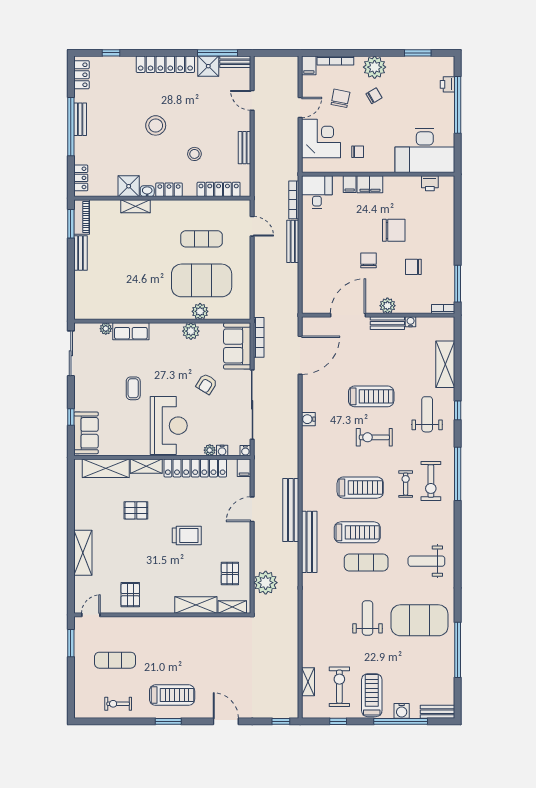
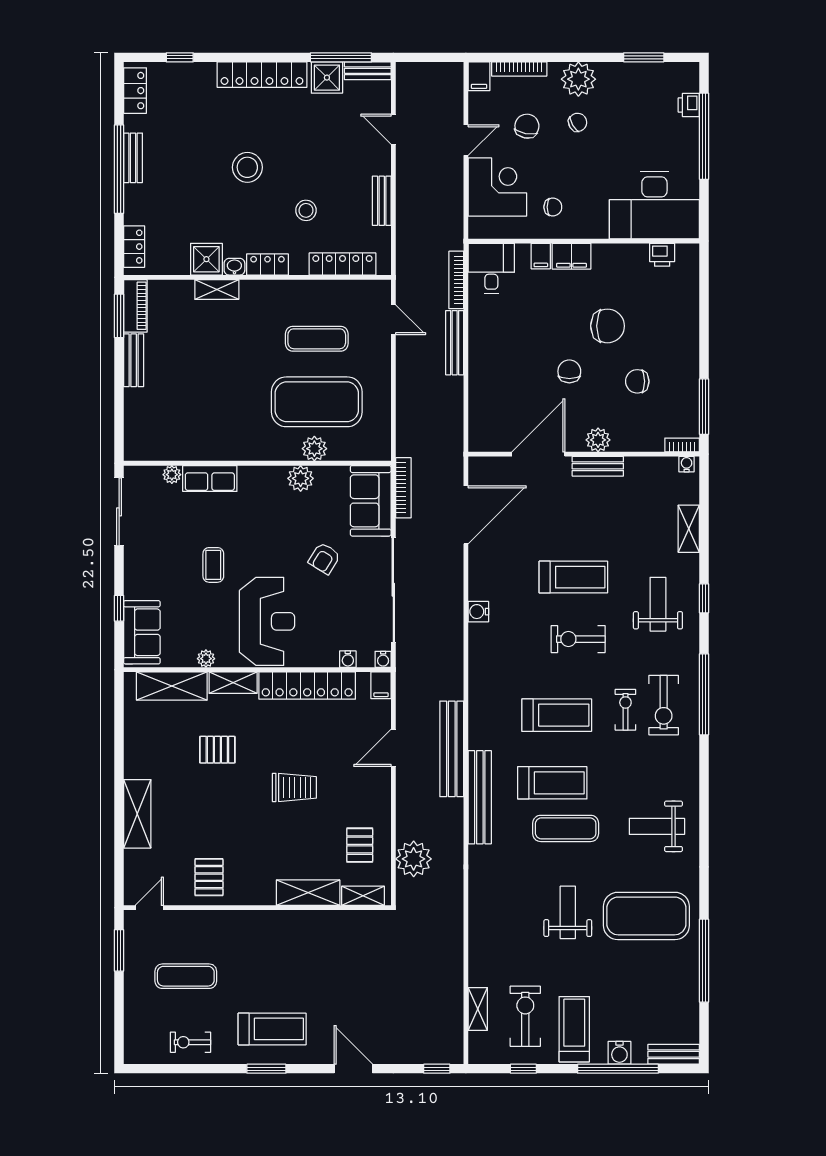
water cooler: (411, 322) -> (687, 464), moved
shelving: (445, 364) -> (689, 529), width x0.67, depth x0.75
plant: (210, 450) -> (206, 659), moved

